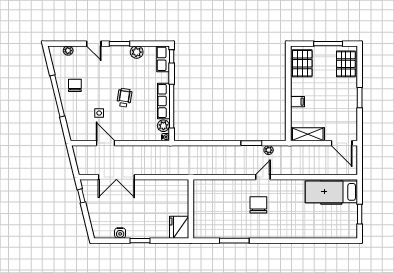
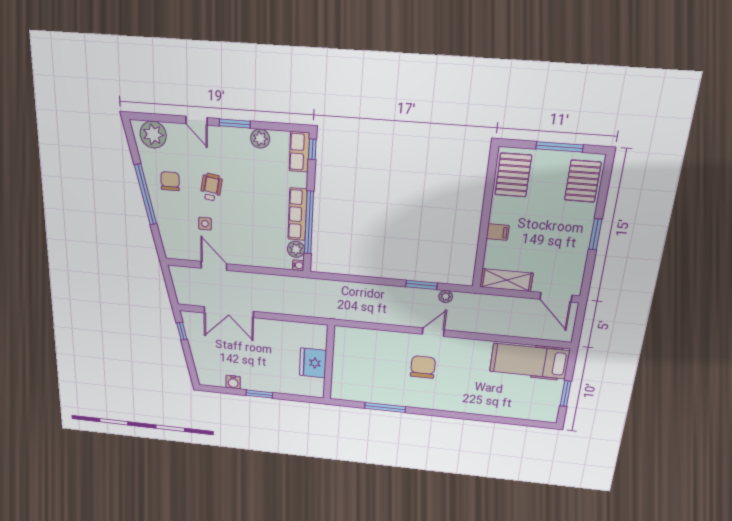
plant: (68, 51) -> (153, 135), width x1.87, depth x1.87
wheelchair: (124, 98) -> (211, 187), moved
fridge: (179, 227) -> (313, 363), moved

